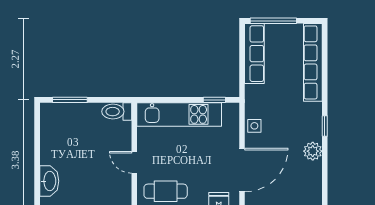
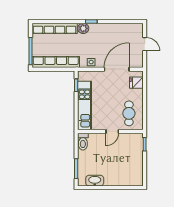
row of seats: (254, 54) -> (56, 62), width x1.36
plant: (313, 151) -> (83, 28), moved
door: (242, 170) -> (117, 69), hinge flipped
washbasin: (49, 181) -> (95, 181), moved

